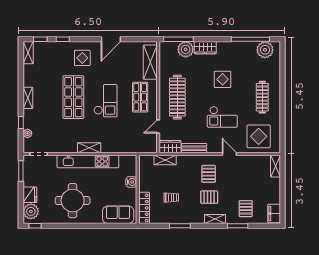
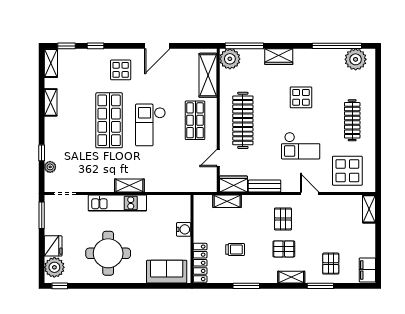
plant: (186, 49) -> (230, 59), moved
shelving: (28, 98) -> (51, 102), moved
checkout: (105, 101) -> (150, 125), turned 180
kitchen unit: (88, 161) -> (117, 203), width x0.73

